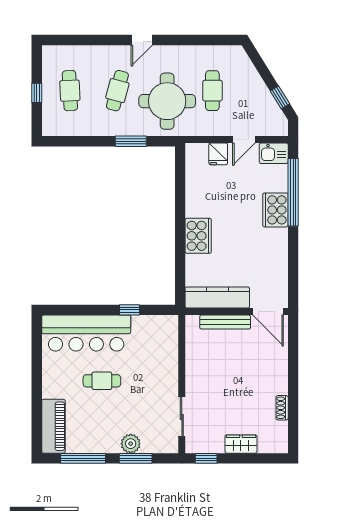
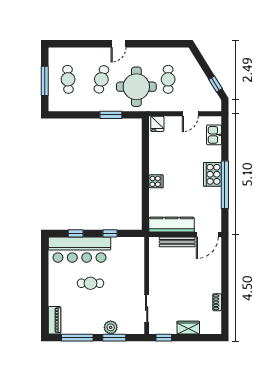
window: (37, 93) -> (45, 81), width x2.17
kitchen sink: (274, 153) -> (214, 135), moved, turned 90
fridge: (218, 154) -> (157, 124), moved
window: (293, 192) -> (225, 185), moved
cooker: (275, 210) -> (212, 174), moved
cooker: (198, 236) -> (156, 181), width x0.53, depth x0.76
window: (81, 310) -> (76, 233), added
door: (268, 312) -> (207, 235), hinge flipped
piano: (54, 426) -> (54, 320), width x0.73, depth x0.75

